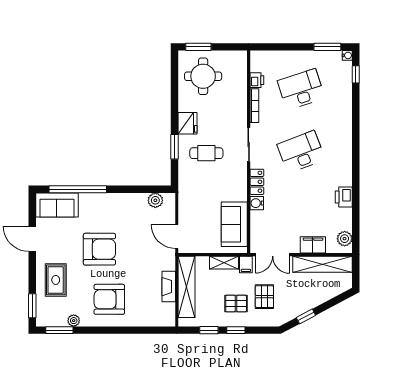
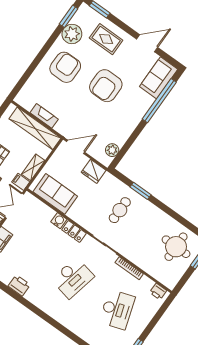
printer: (257, 80) -> (158, 292), moved
fridge: (188, 123) -> (94, 171), moved
desk: (301, 152) -> (73, 278), turned 33
plant: (74, 321) -> (72, 34), width x1.87, depth x1.87

